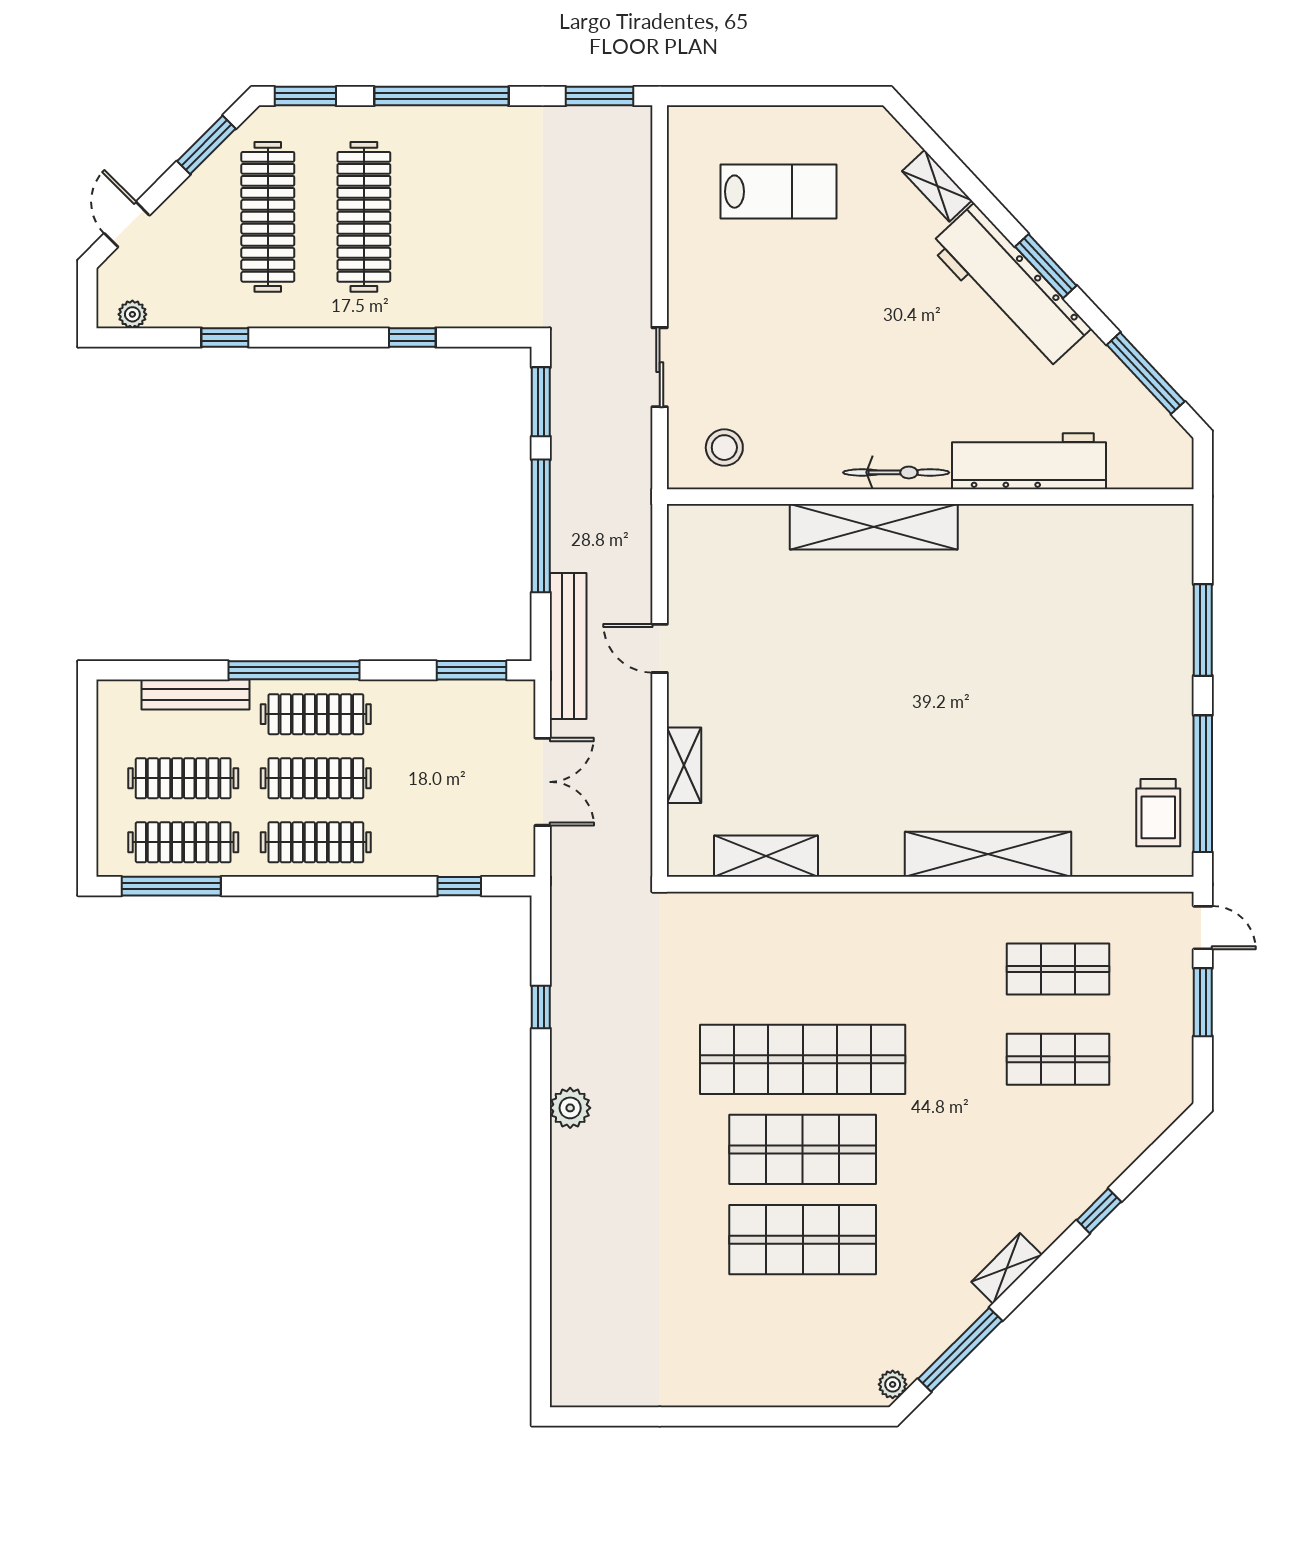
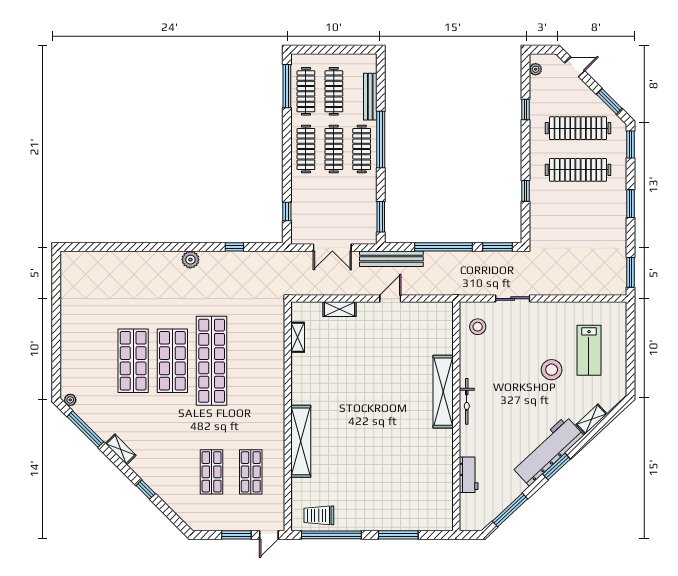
window: (441, 96) -> (631, 204), width x0.47
stool: (823, 278) -> (552, 370), added
workbench: (1029, 461) -> (469, 475), width x0.53, depth x0.76
shelving: (766, 856) -> (298, 337), width x0.67, depth x0.75

